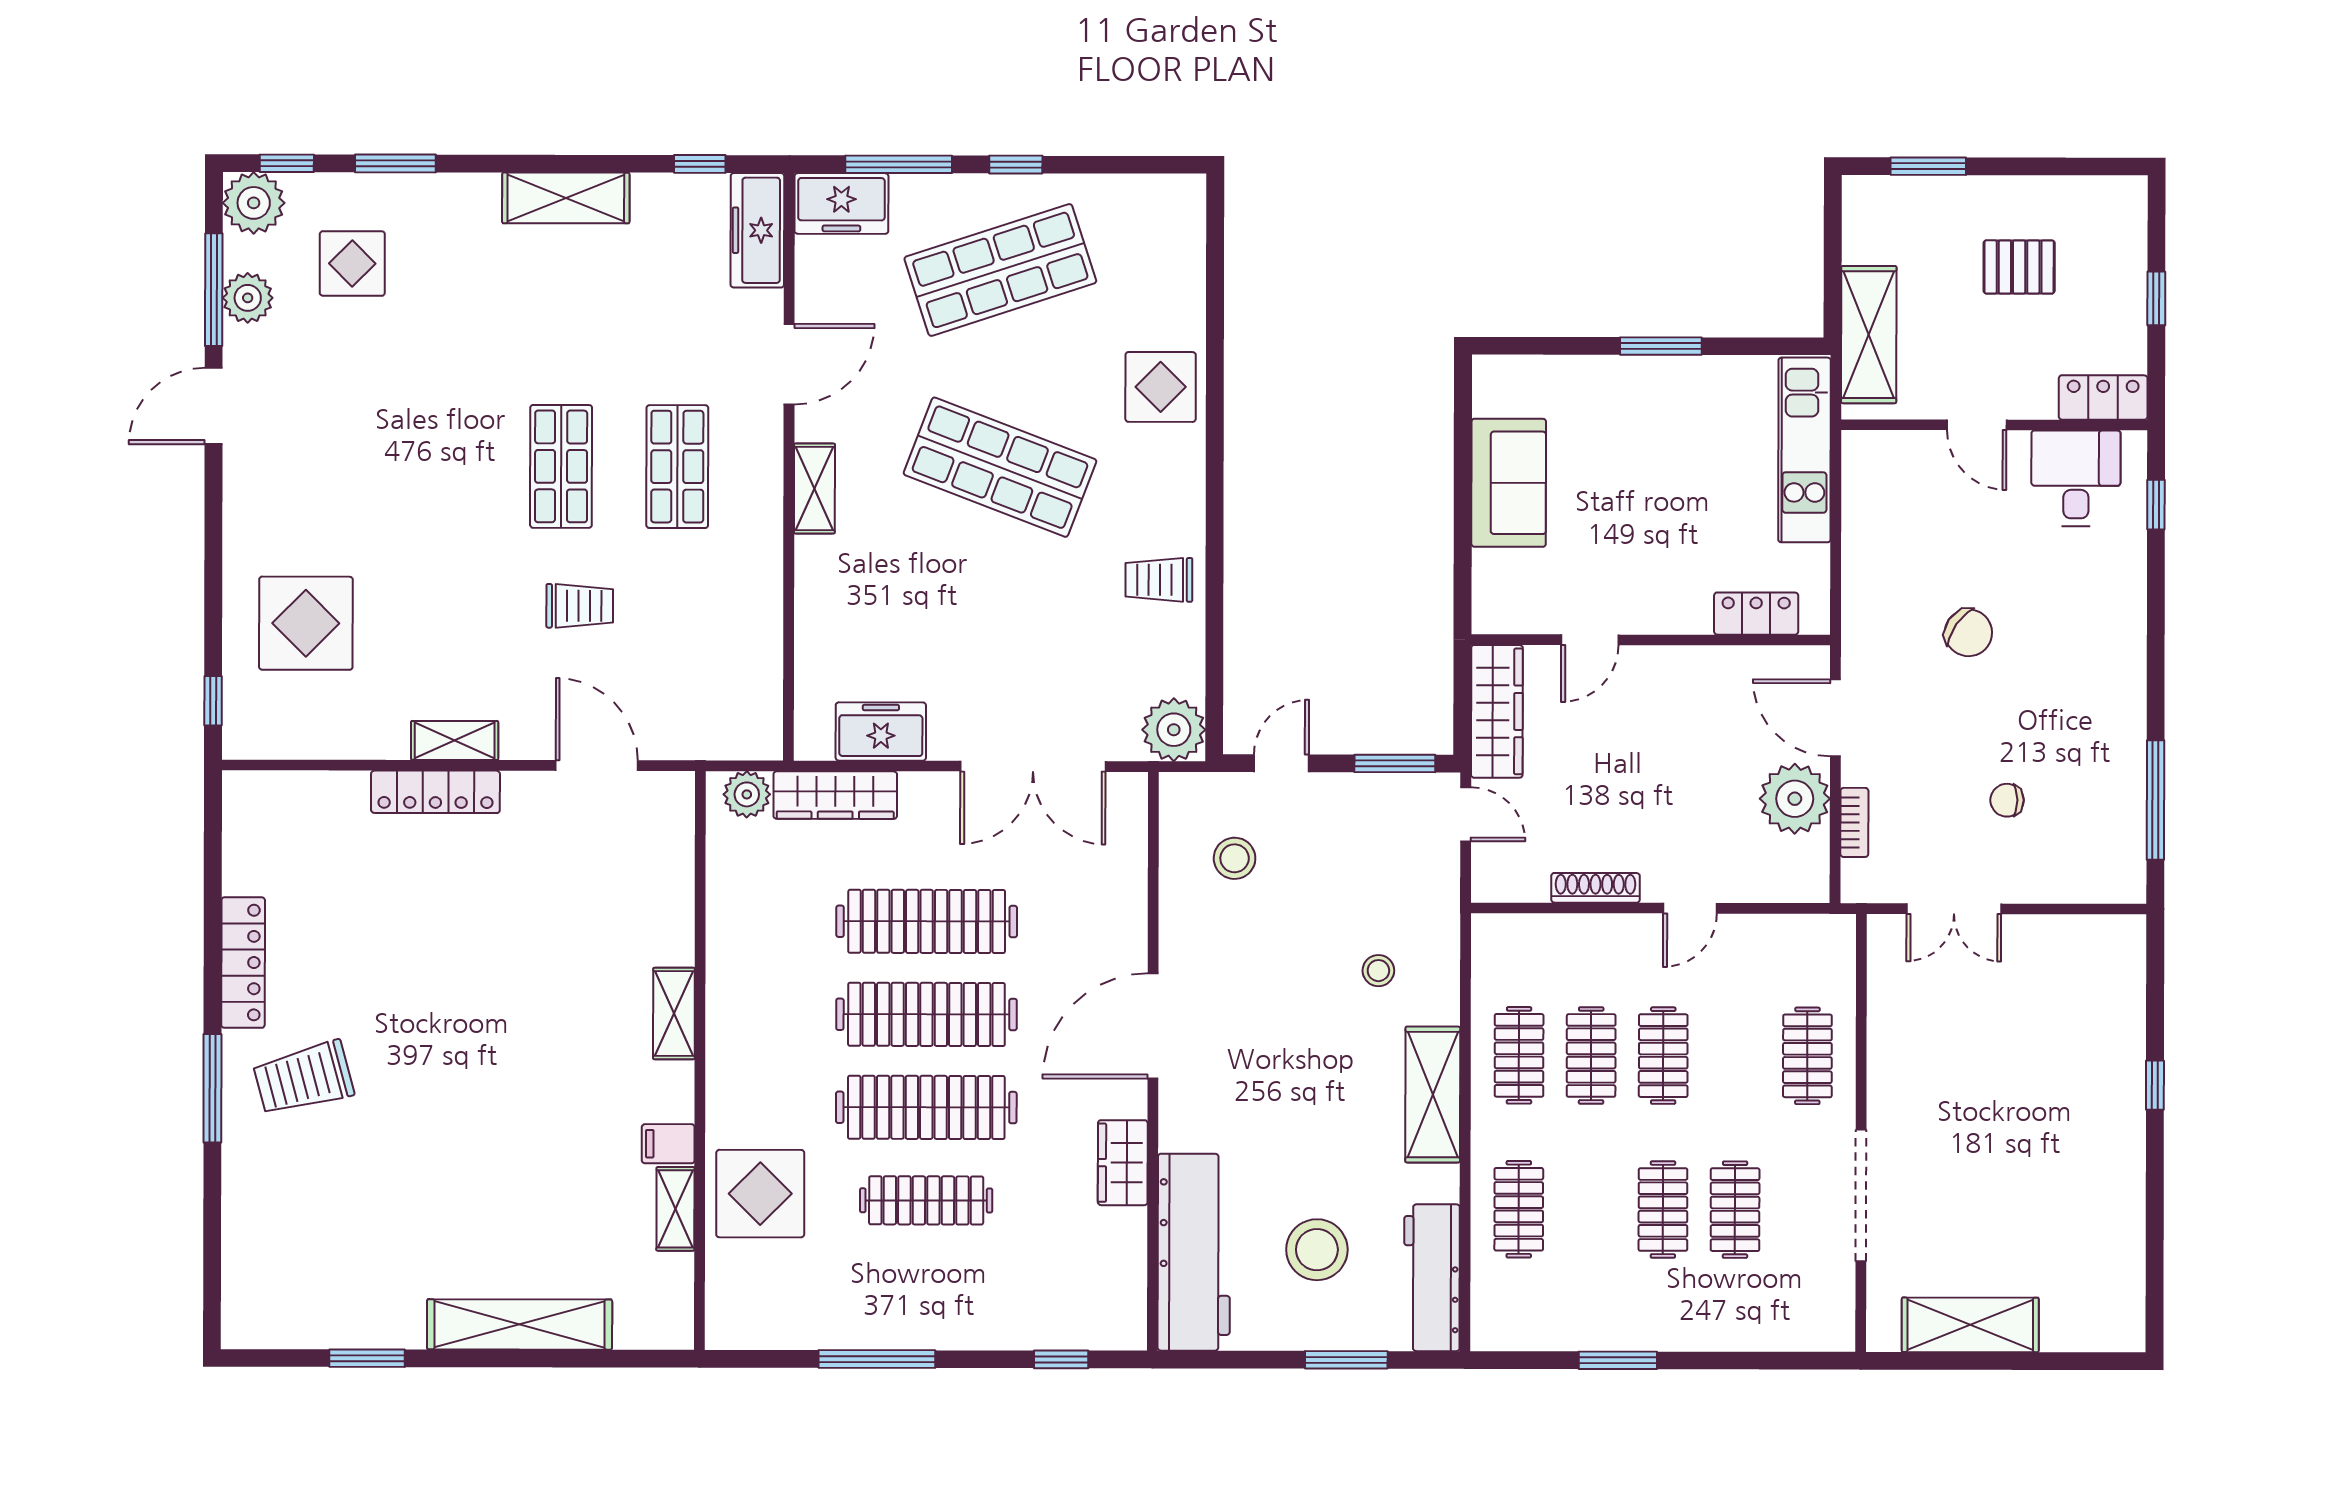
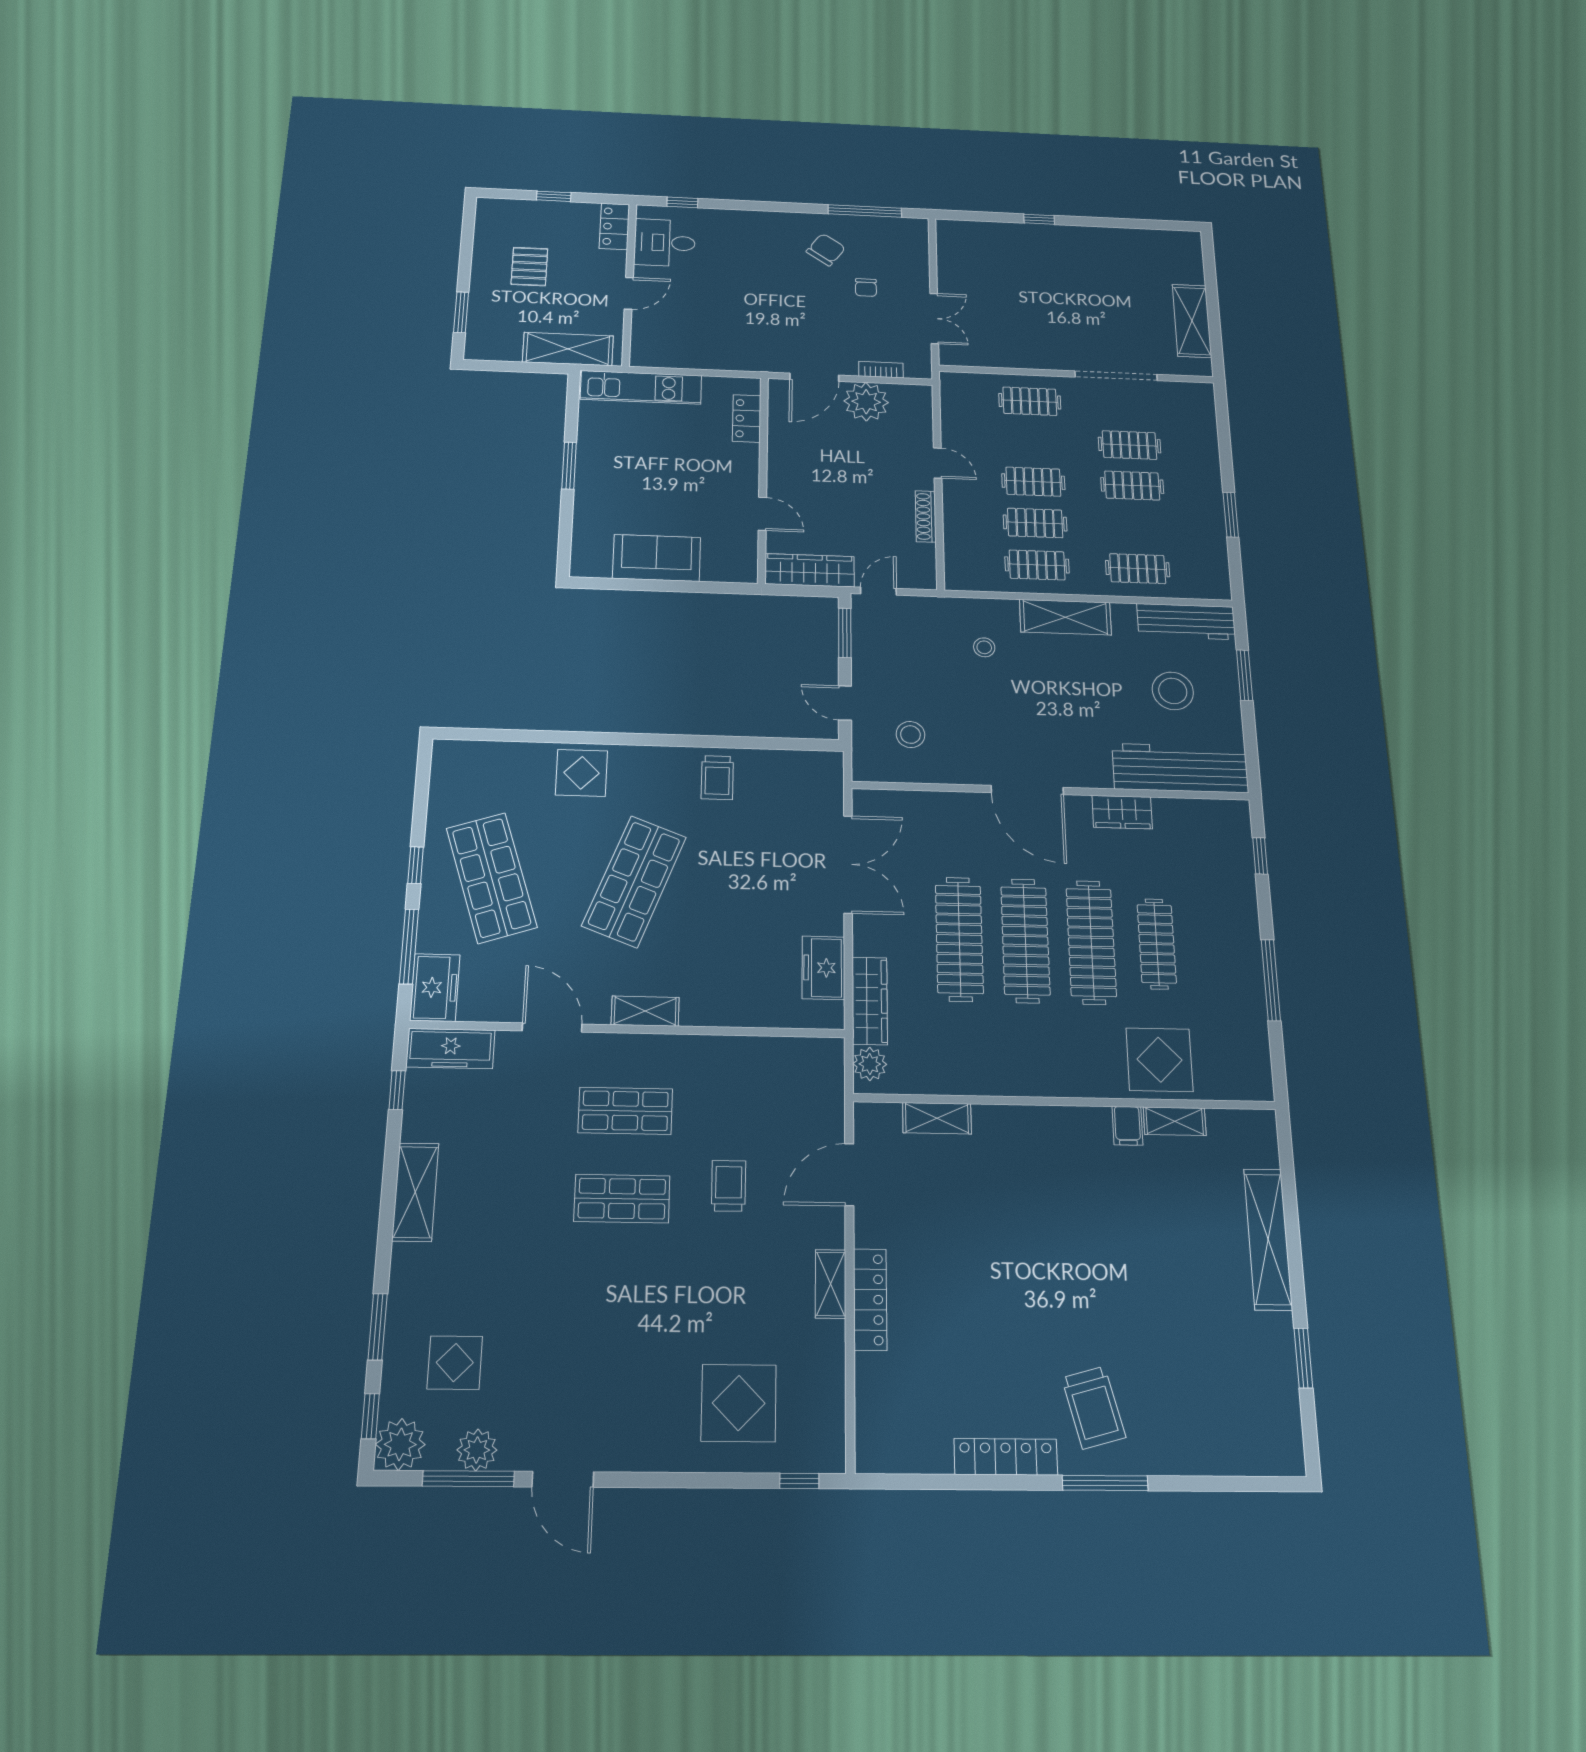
chair: (1968, 633) -> (826, 250), moved
plant: (1174, 730) -> (822, 771), removed
shelving: (674, 1013) -> (937, 1118), moved

